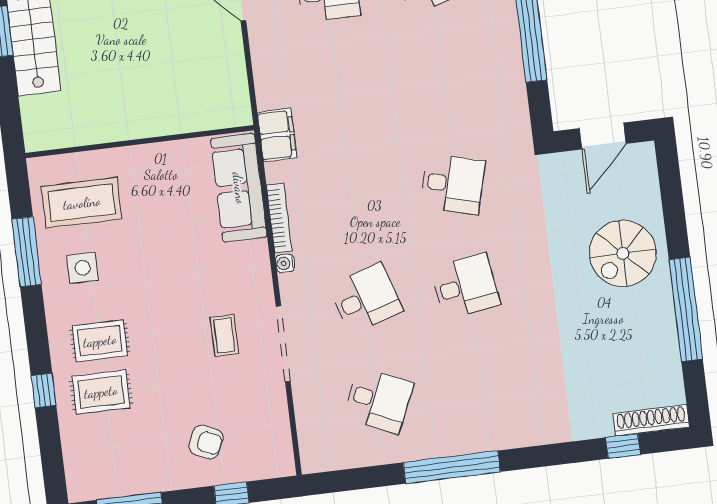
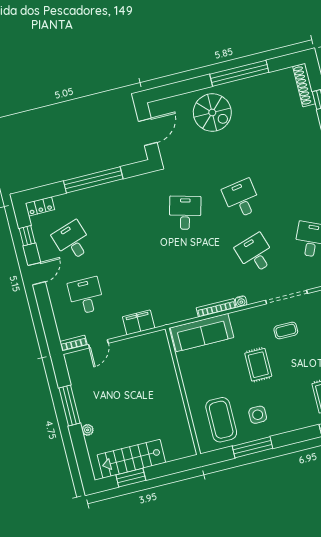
filing cabinet: (277, 135) -> (139, 322), moved
door: (603, 136) -> (148, 132), hinge flipped
rug: (100, 341) -> (258, 365), moved

